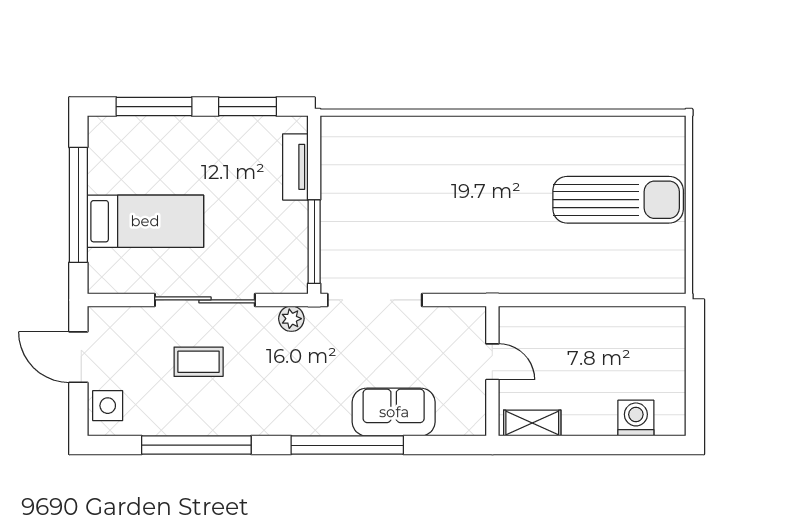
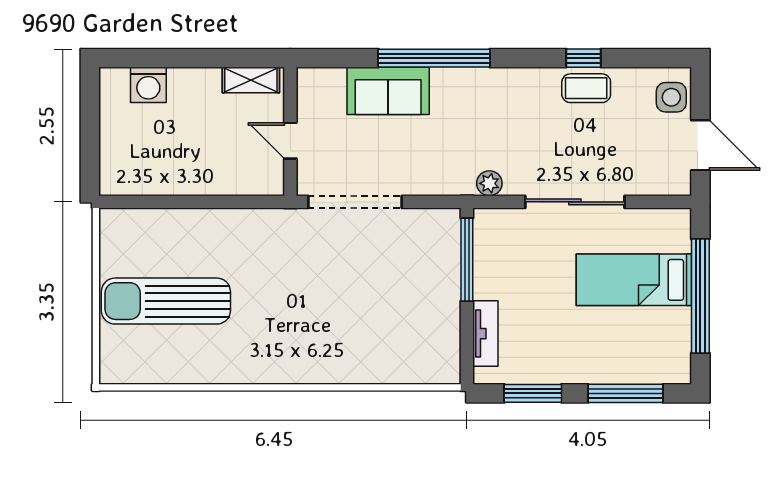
doorway: (375, 300) -> (355, 202), moved
coffee table: (199, 362) -> (586, 88), moved
window: (196, 445) -> (584, 58), width x0.32

